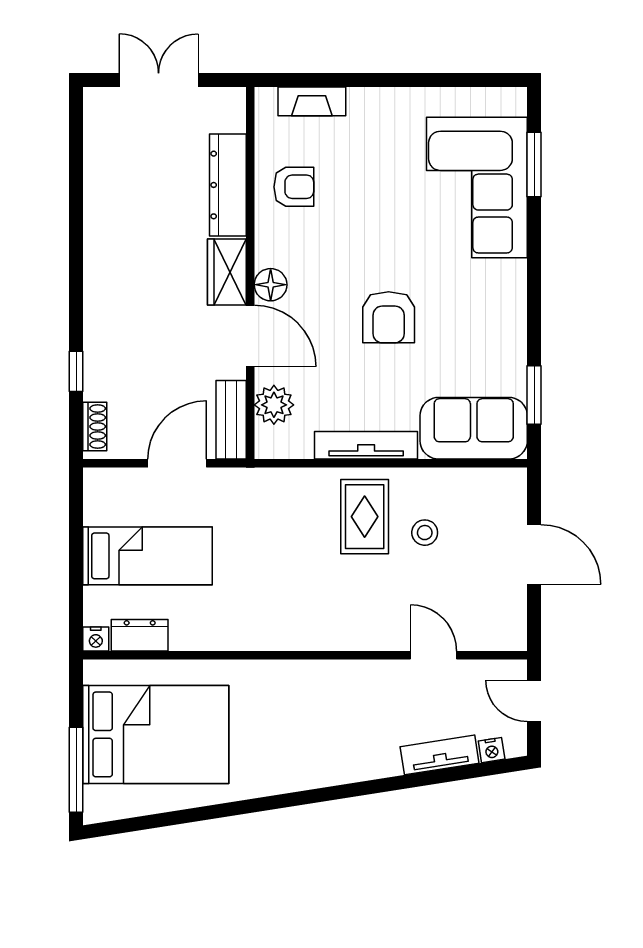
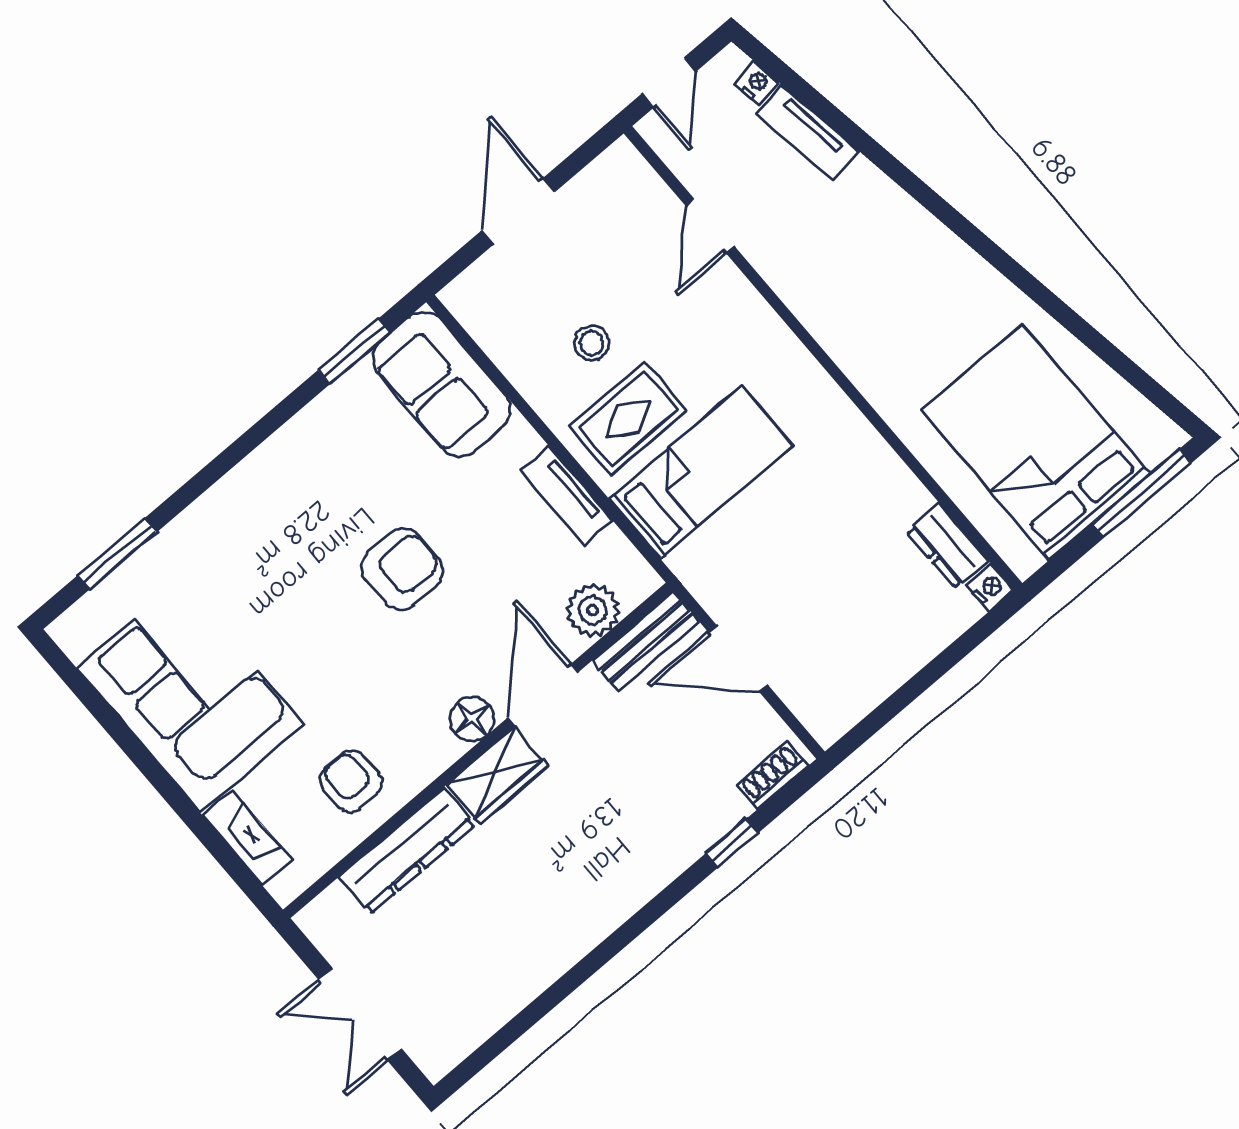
corner sofa: (477, 187) -> (190, 696), moved, turned -90
tv unit: (366, 445) -> (567, 495), width x0.71
bed: (148, 556) -> (701, 472), moved, turned 90

